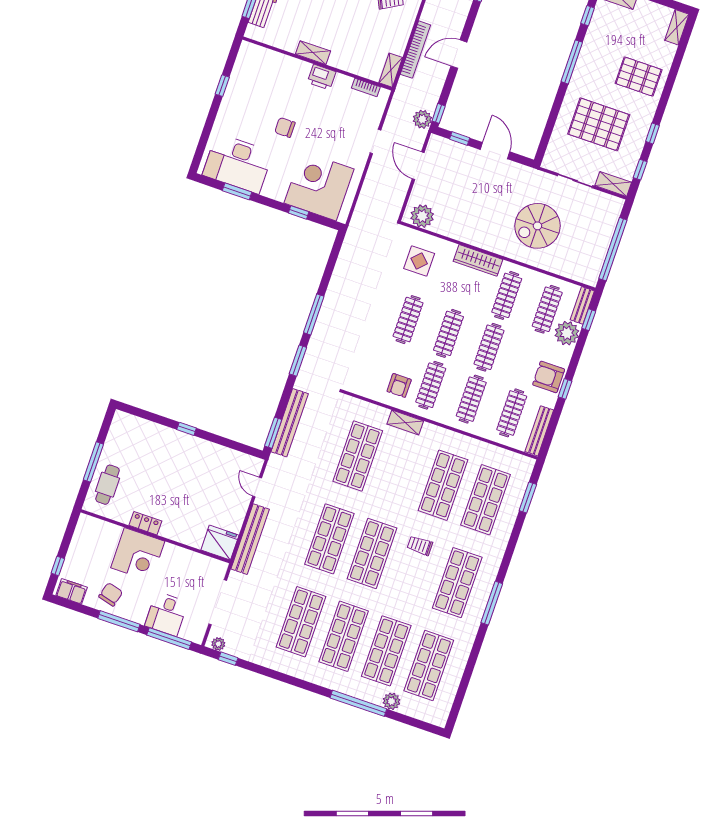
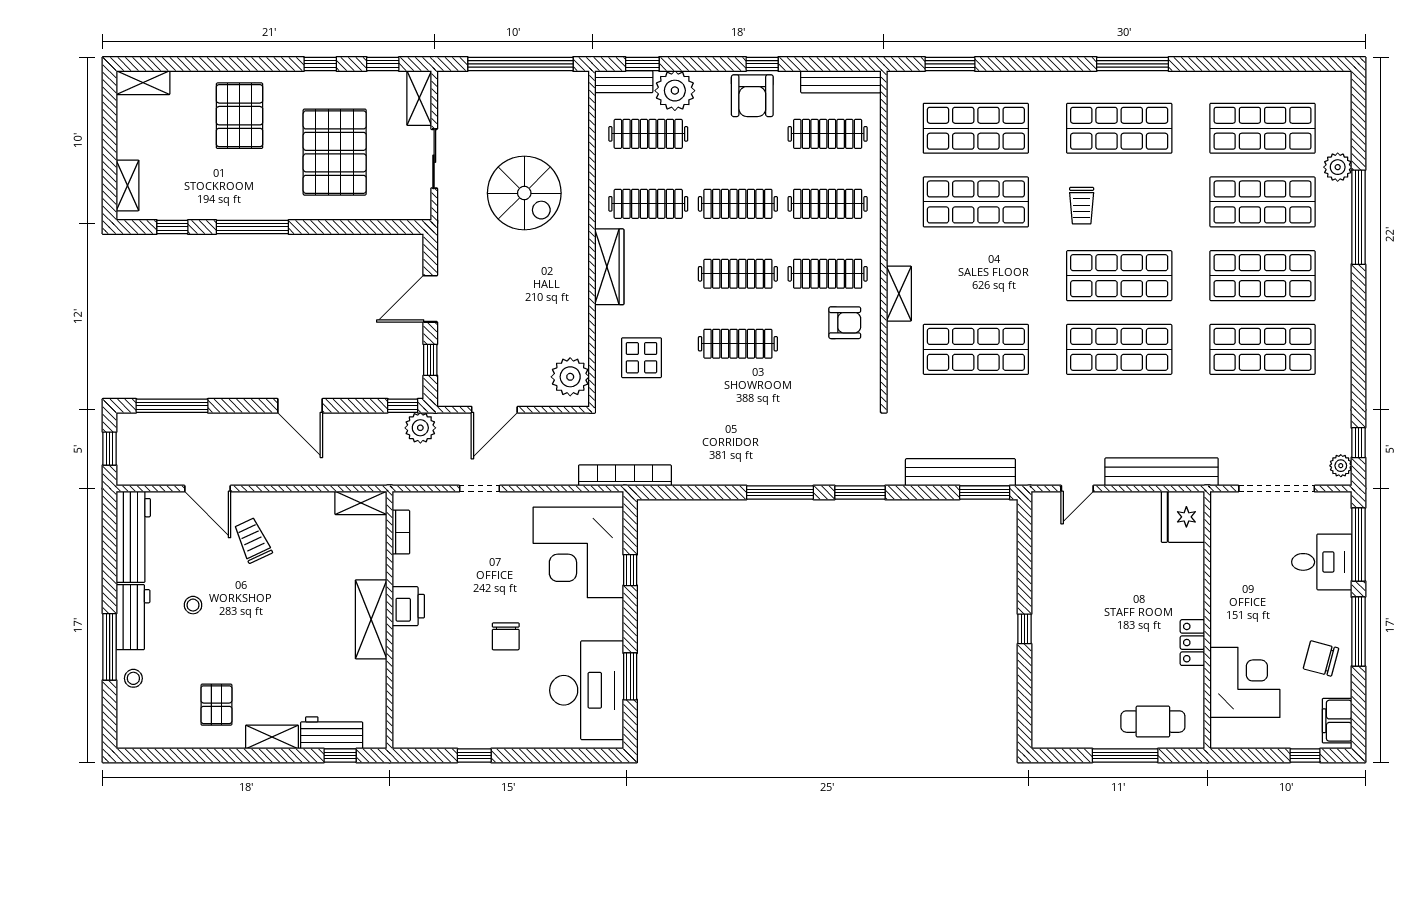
bookcase: (415, 50) -> (625, 475), moved
shelving: (313, 53) -> (371, 619), width x1.50, depth x1.33
corner desk: (138, 554) -> (1245, 682), moved

